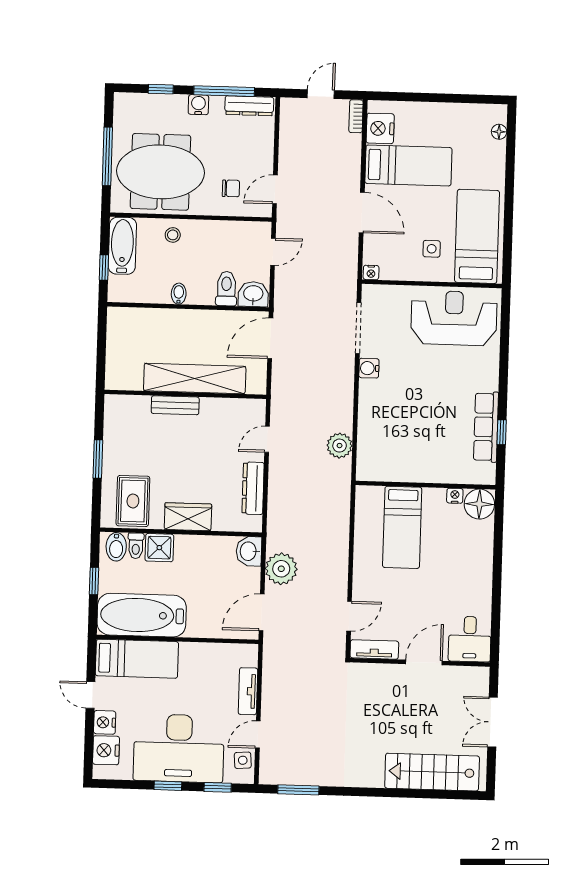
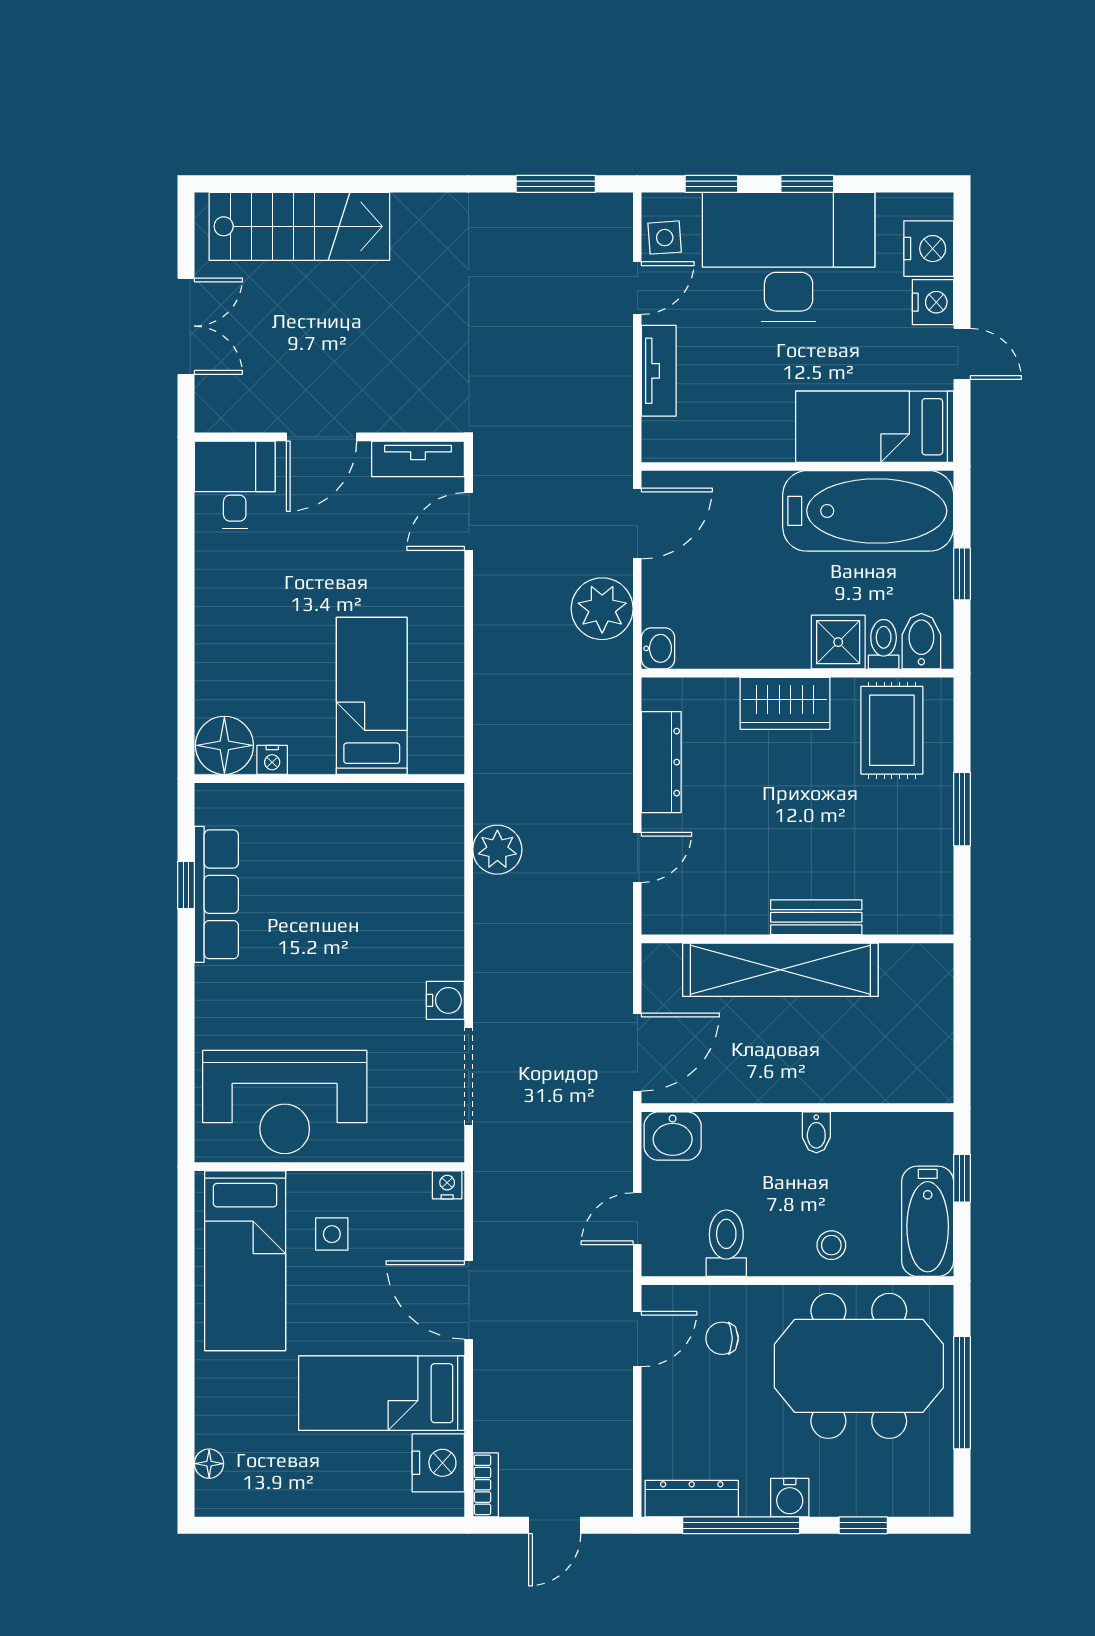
toilet: (226, 289) -> (726, 1243), moved, turned 180
washbasin: (249, 551) -> (658, 648), width x0.72, depth x0.69

